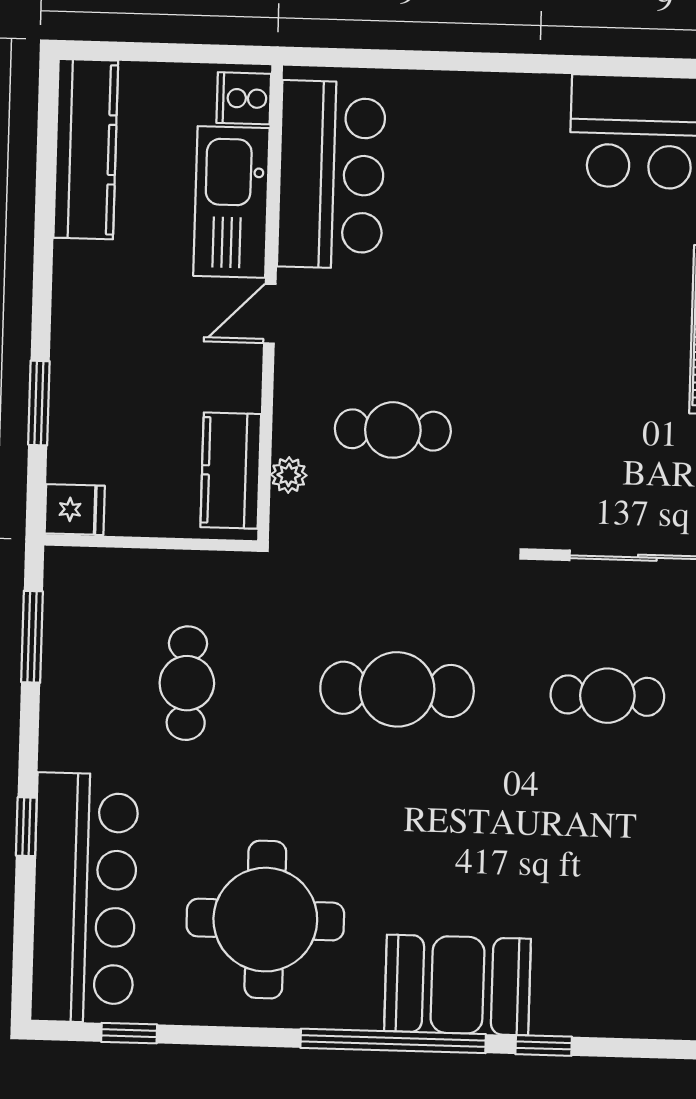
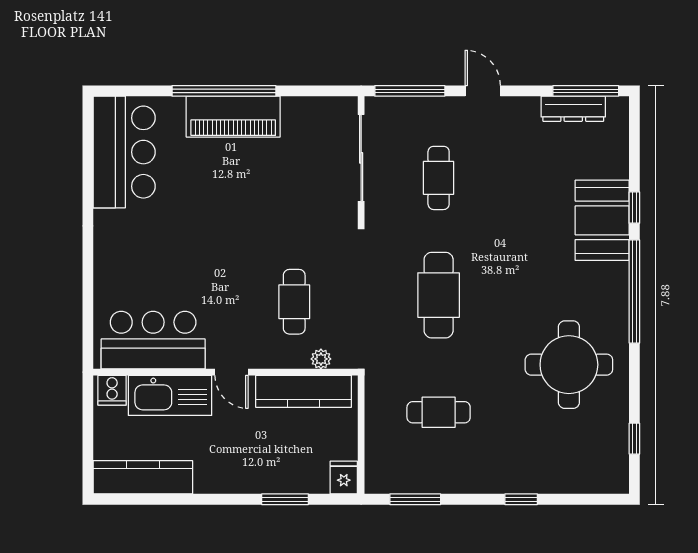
kitchen counter: (231, 471) -> (304, 391), width x1.50
bar counter: (84, 898) -> (560, 466), removed
booth: (458, 985) -> (602, 220), moved

